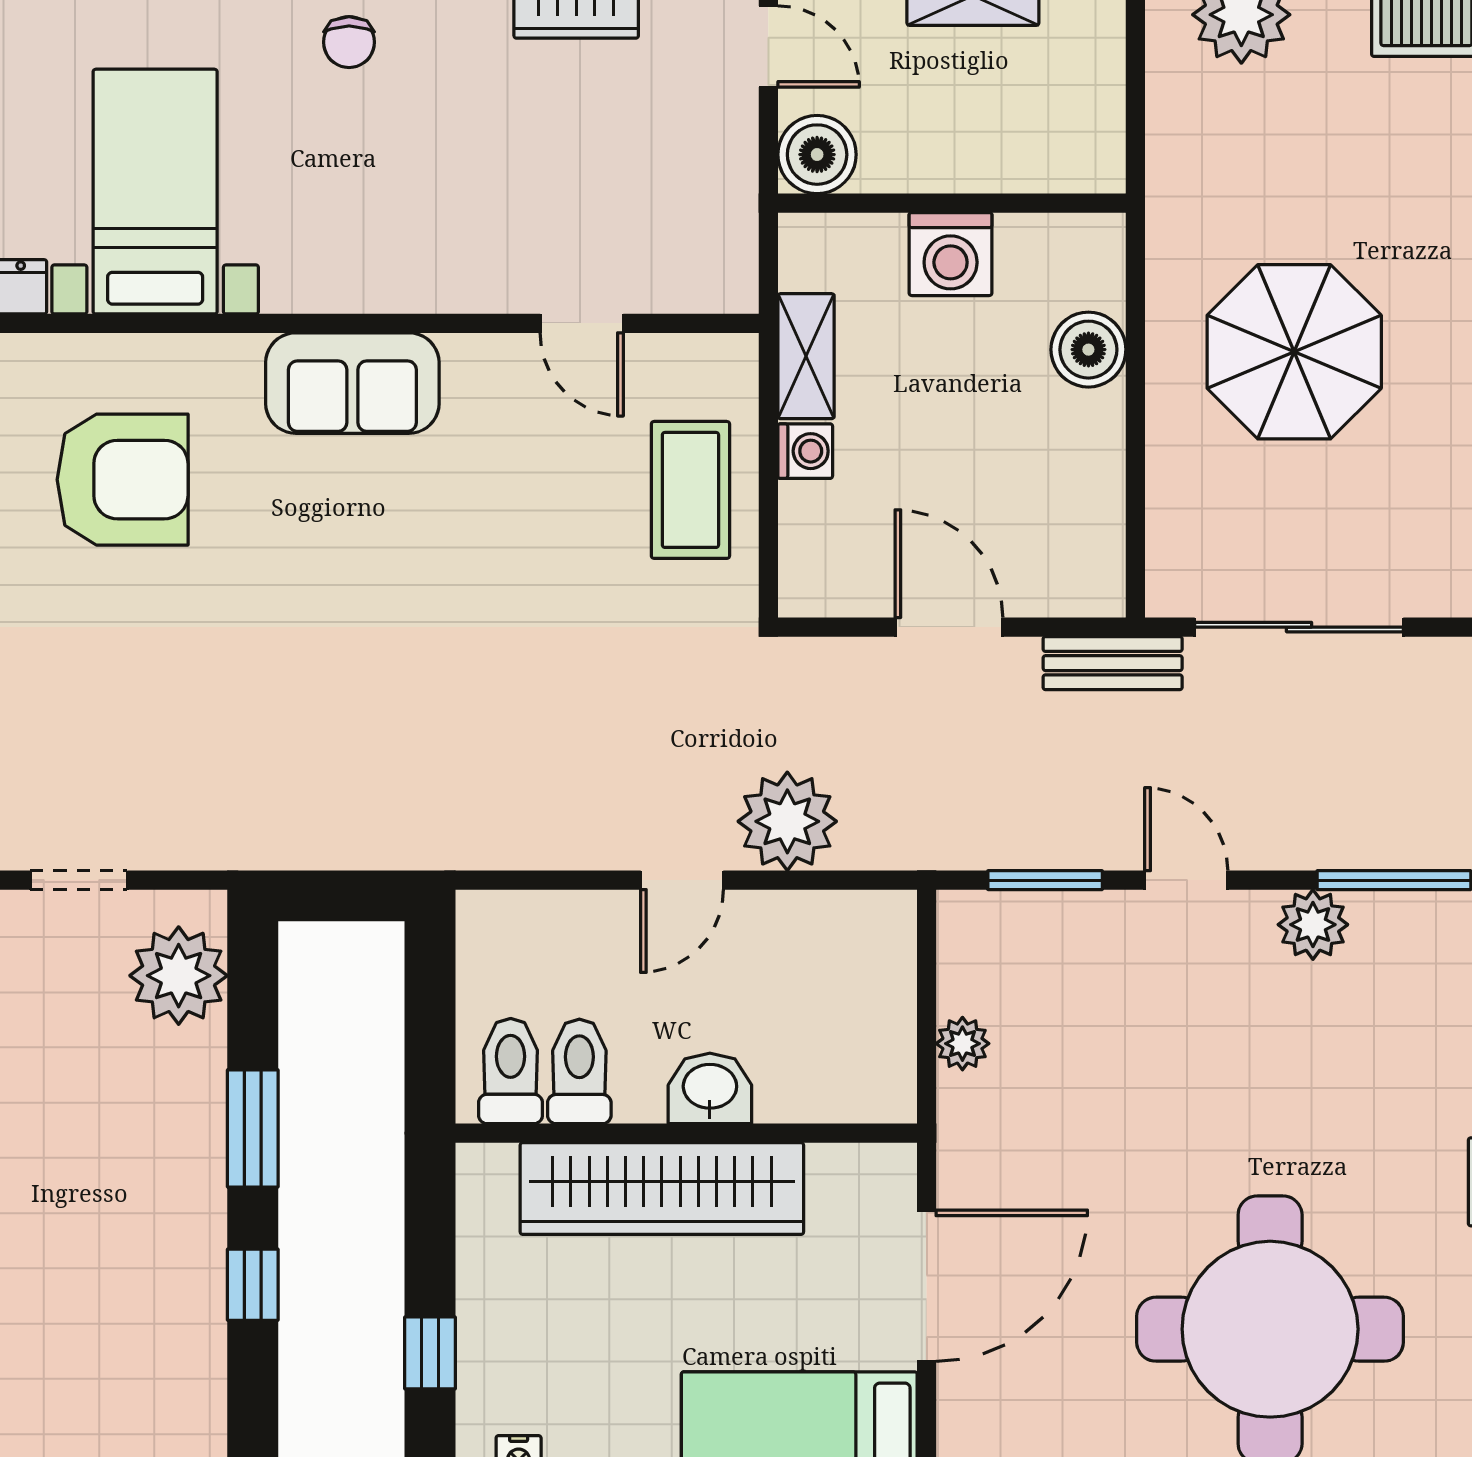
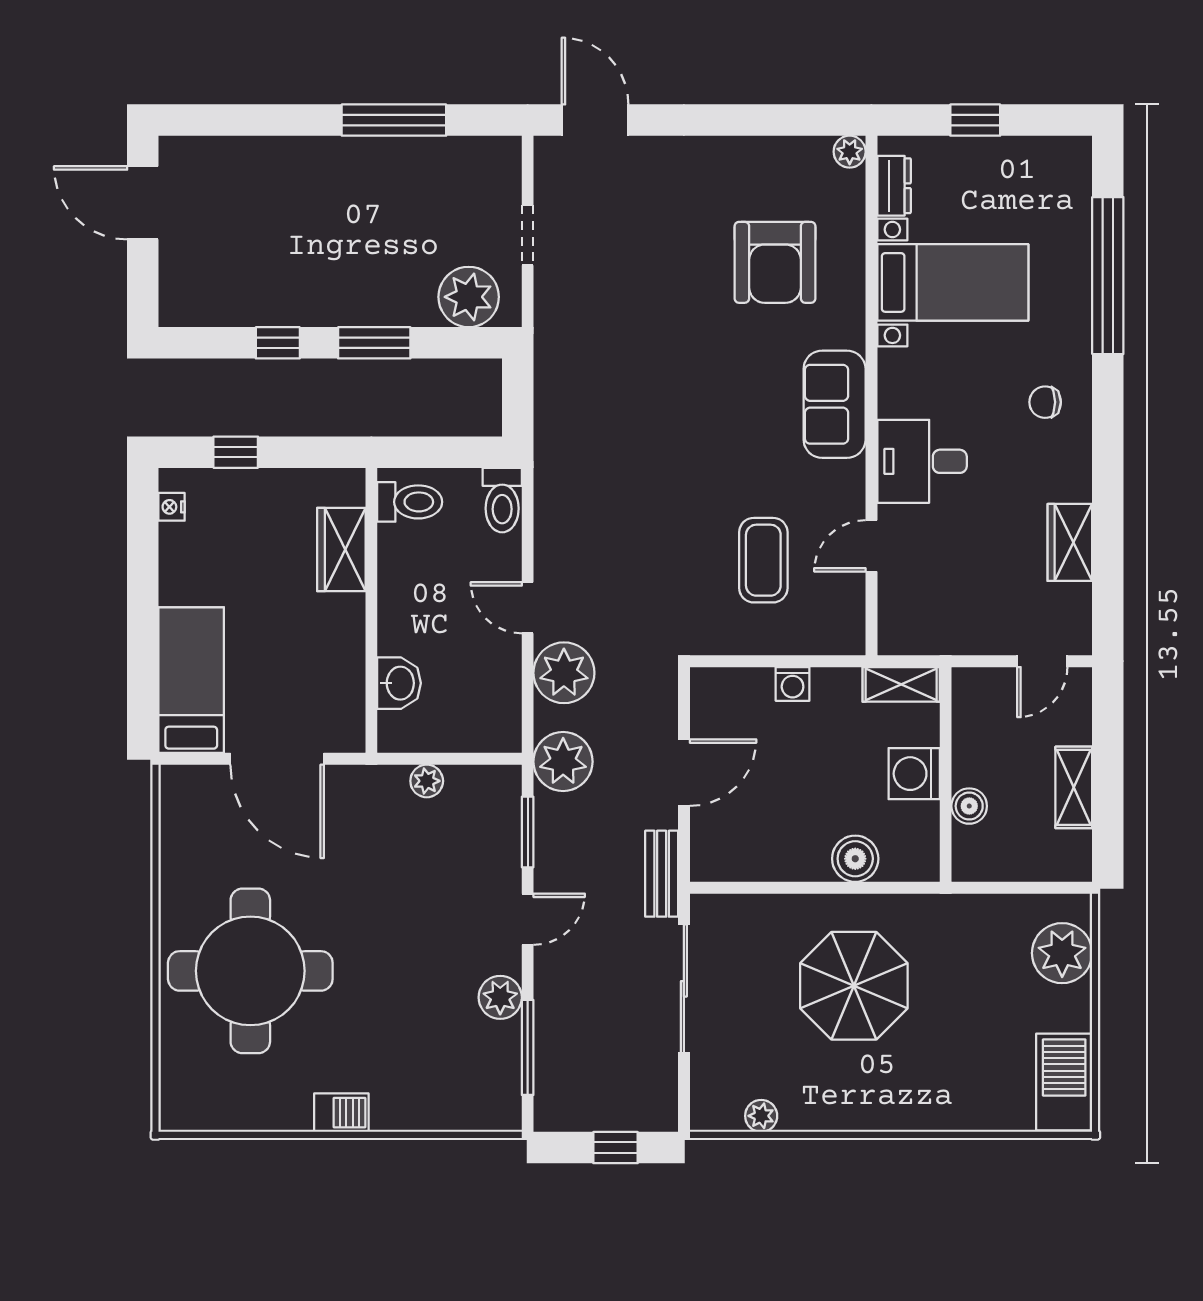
boiler: (817, 155) -> (969, 806), moved, width x0.73, depth x0.73
desk: (445, 241) -> (922, 461), added
shelving: (806, 356) -> (901, 684), moved
coffee table: (690, 490) -> (763, 560), moved, turned 90
plant: (931, 823) -> (563, 762), added
toilet: (579, 1071) -> (502, 500), moved, turned 90
washbasin: (710, 1088) -> (399, 683), moved
wardrobe: (662, 1189) -> (341, 550), width x0.48, depth x0.85

